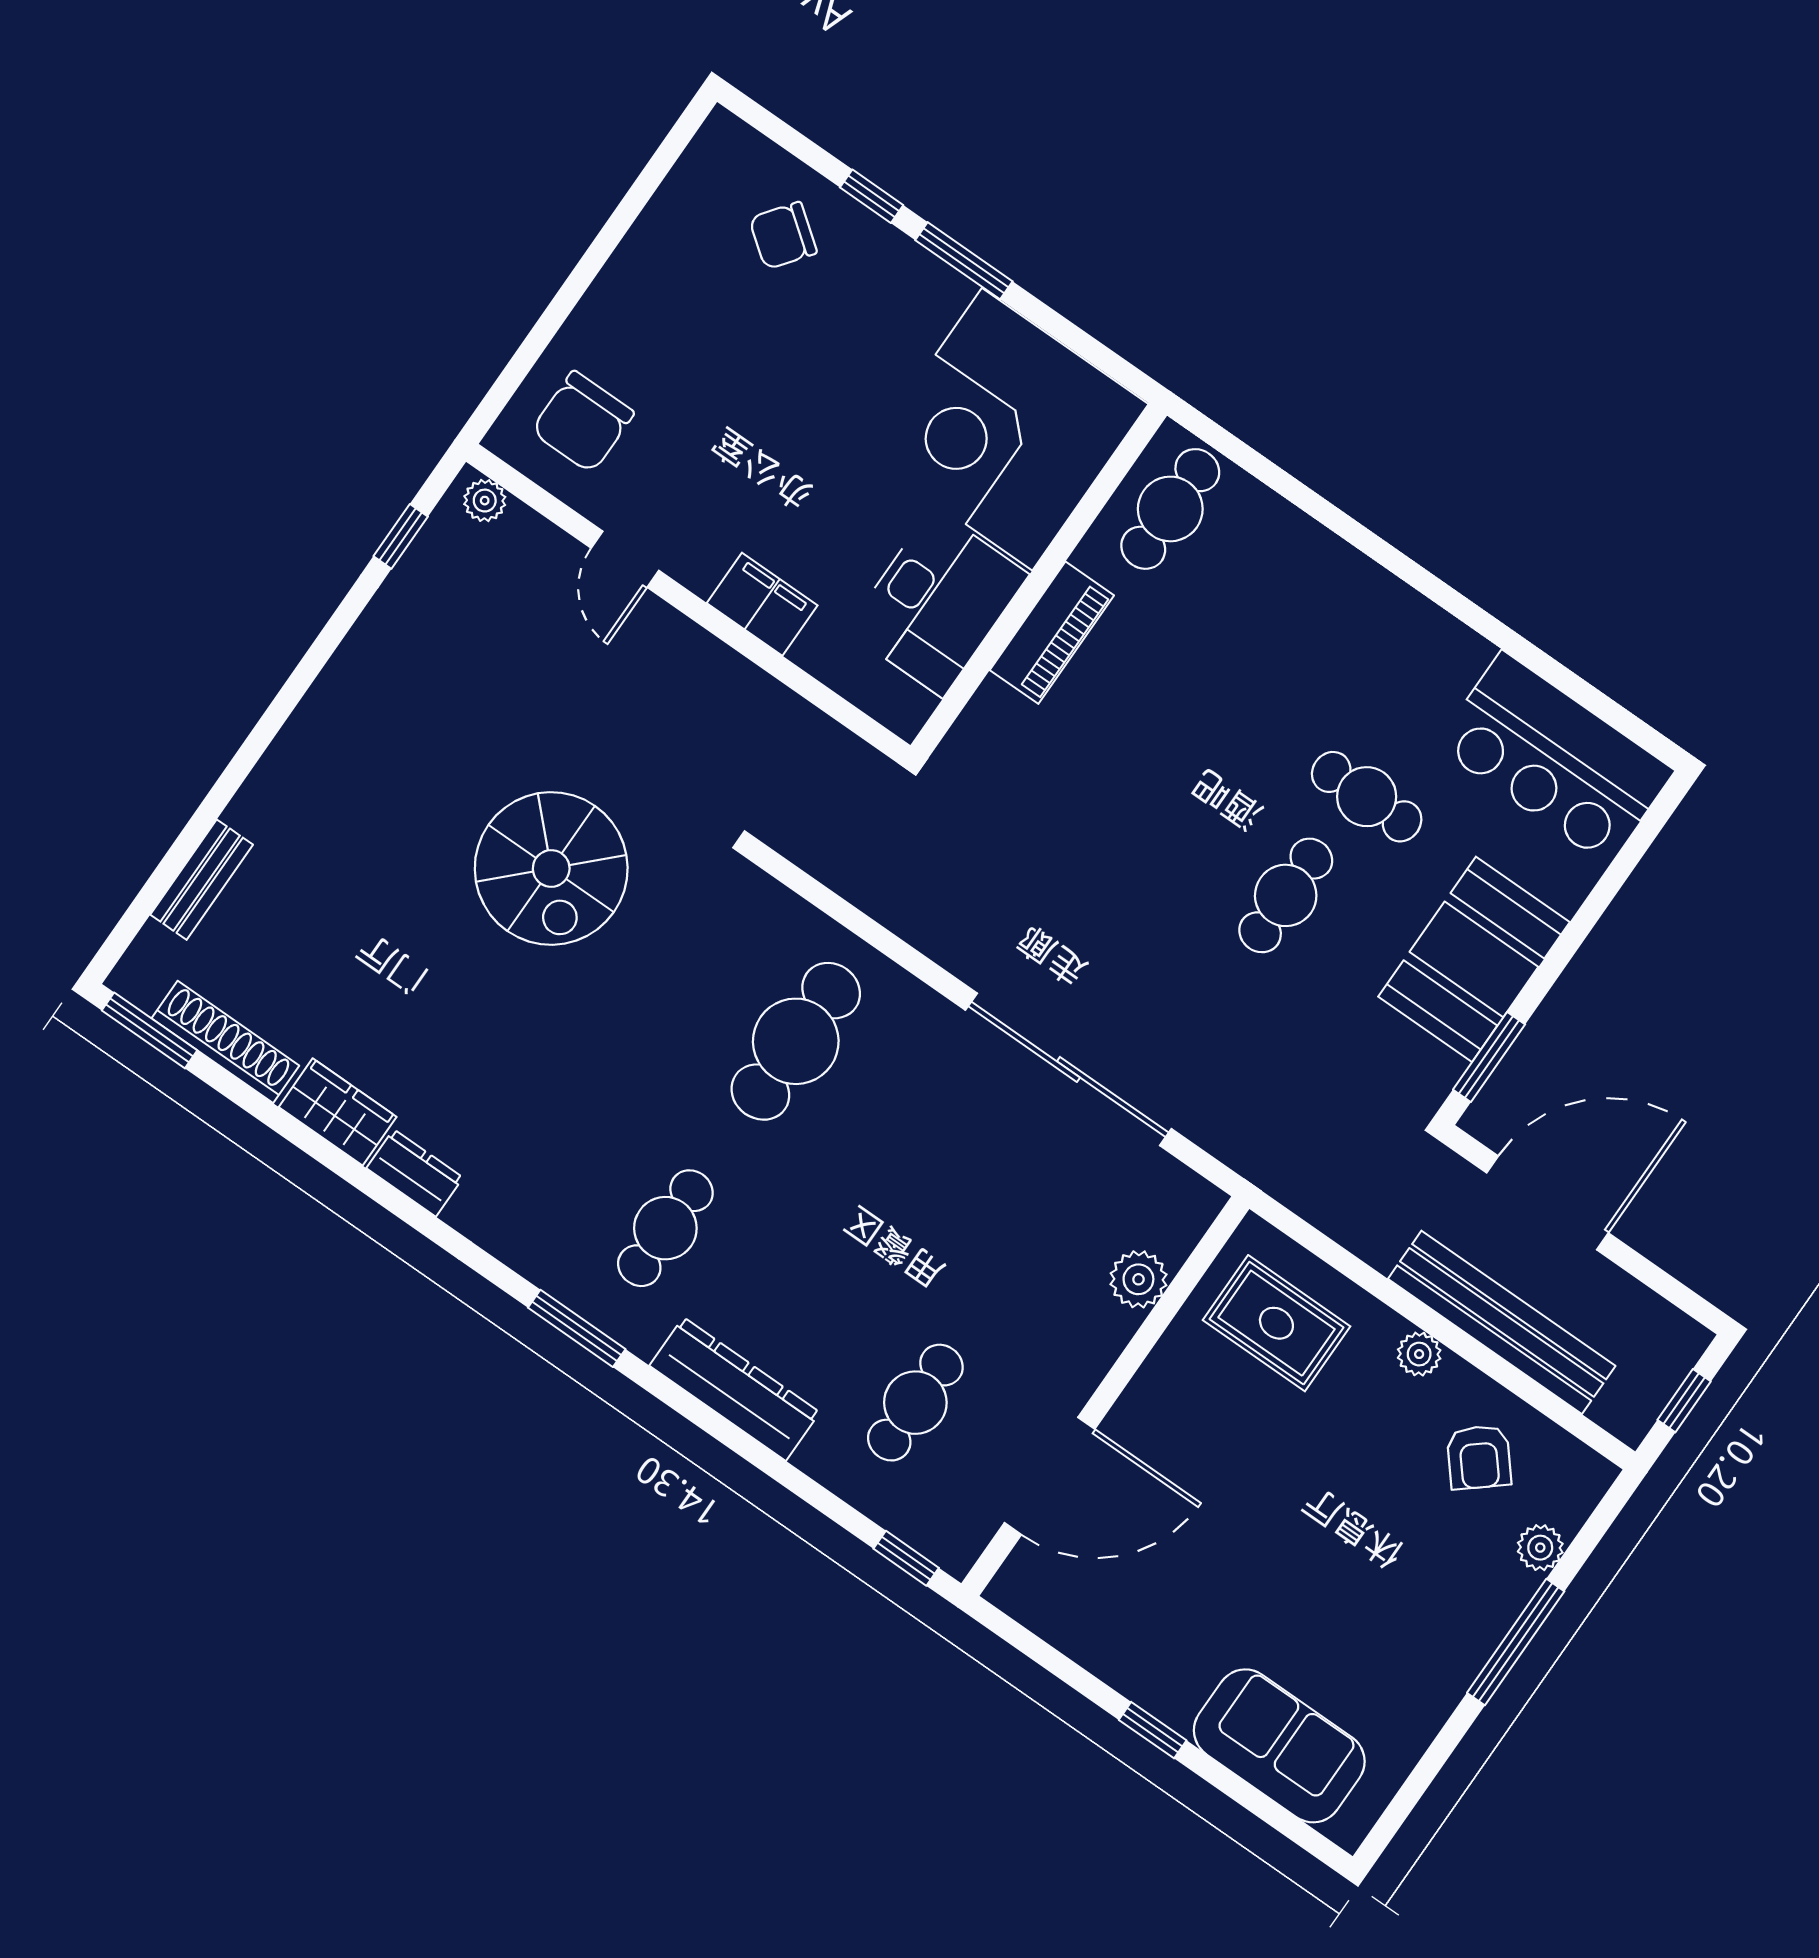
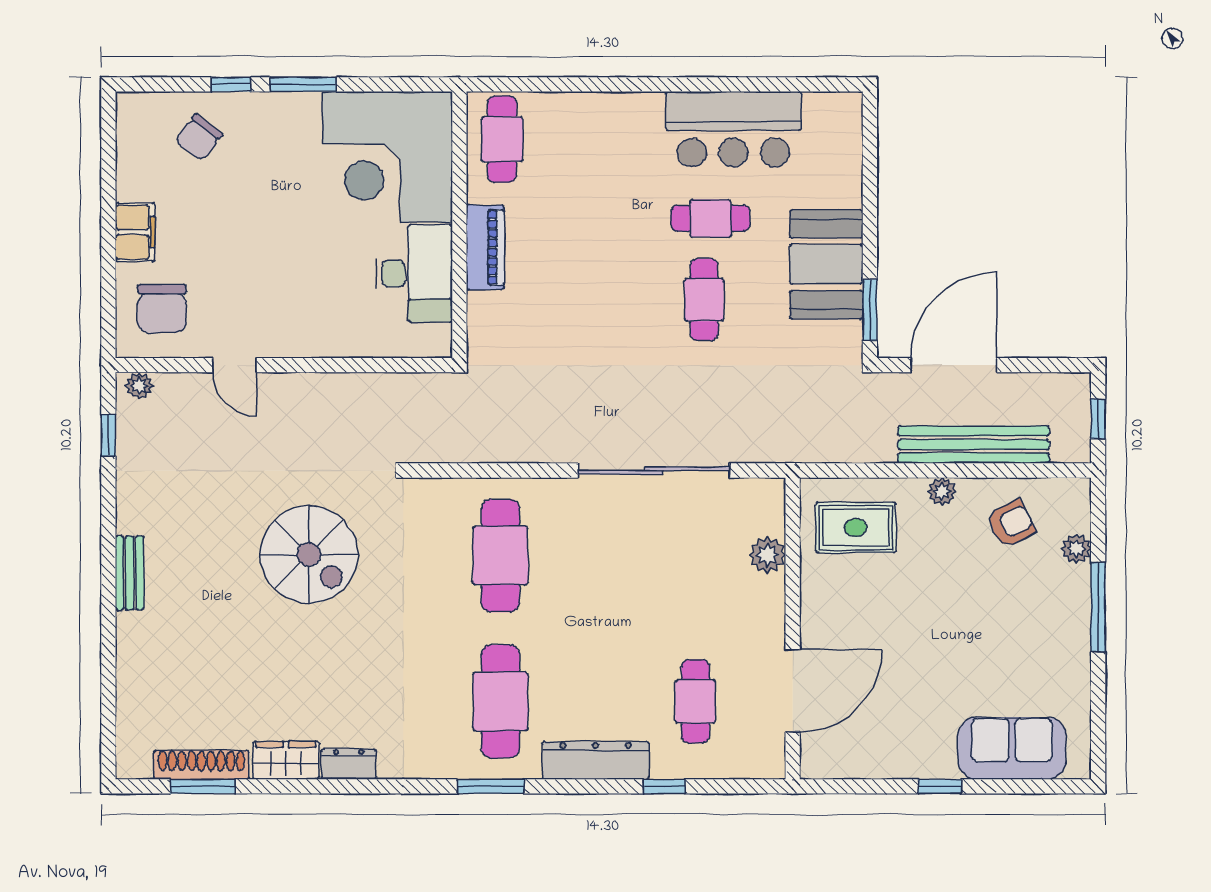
filing cabinet: (762, 604) -> (135, 232), moved, turned 90
bar counter: (1555, 758) -> (733, 129), moved
bench: (202, 880) -> (130, 573), moved
window: (150, 1030) -> (203, 786), moved
cafe table: (665, 1228) -> (500, 701), width x1.37, depth x1.35
armchair: (1479, 1457) -> (1011, 524), turned -77
window: (906, 1558) -> (664, 786), moved

